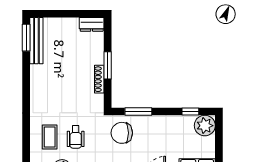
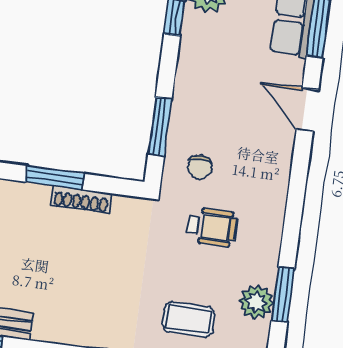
chair: (122, 133) -> (200, 167), width x0.54, depth x0.54
wheelchair: (76, 137) -> (212, 227), moved

